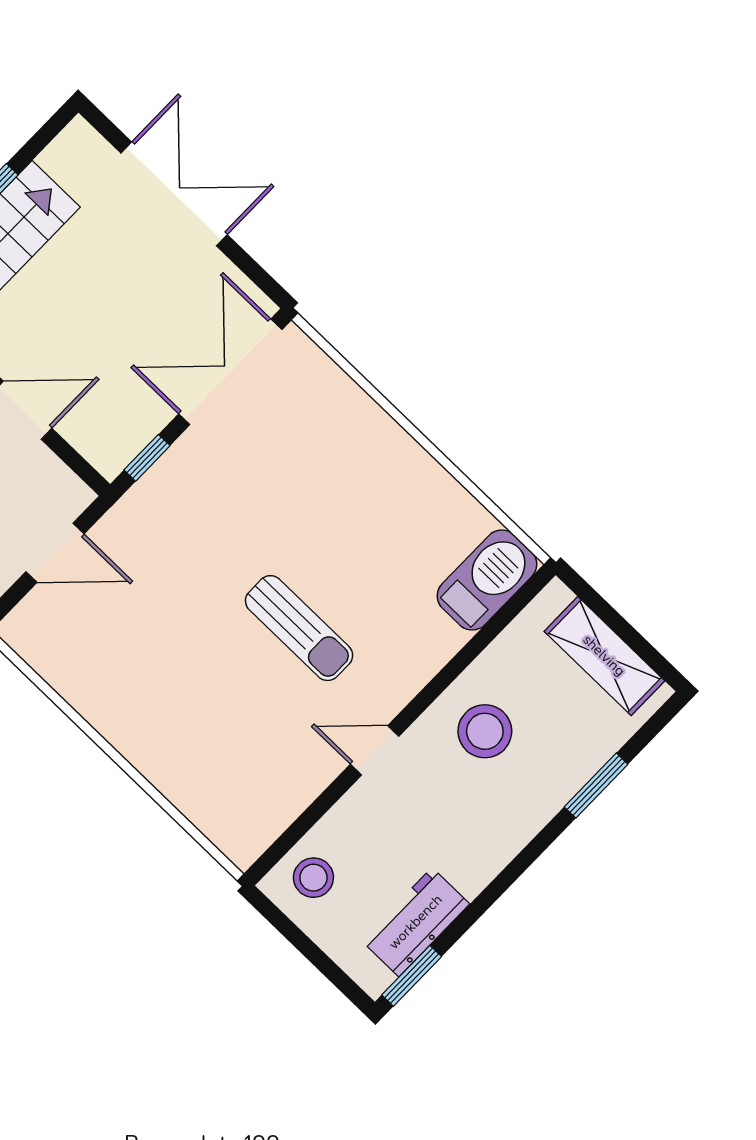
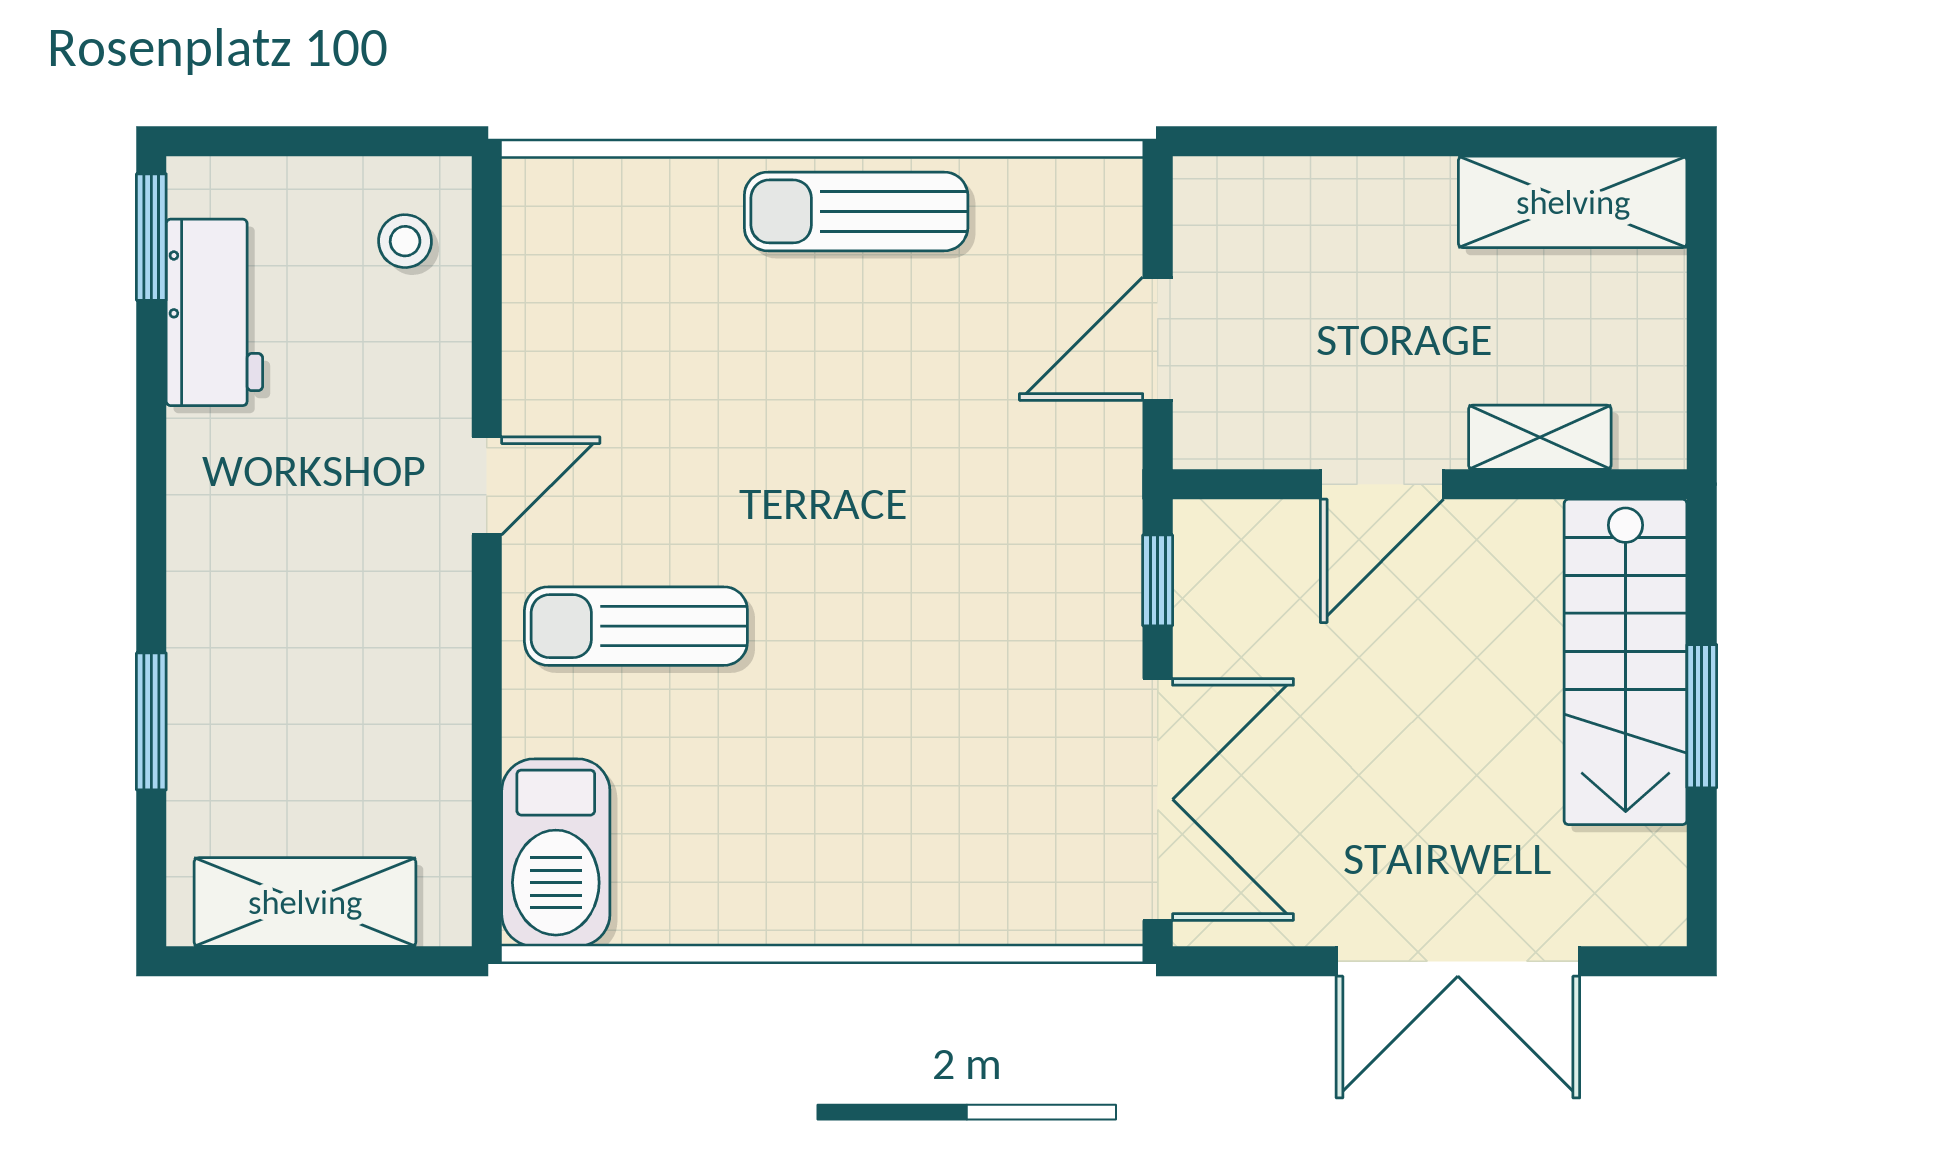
sun lounger: (299, 628) -> (636, 626), moved
sun lounger: (125, 718) -> (856, 211), added
stool: (485, 731) -> (366, 651), removed
stool: (313, 878) -> (405, 241), width x0.73, depth x0.73

